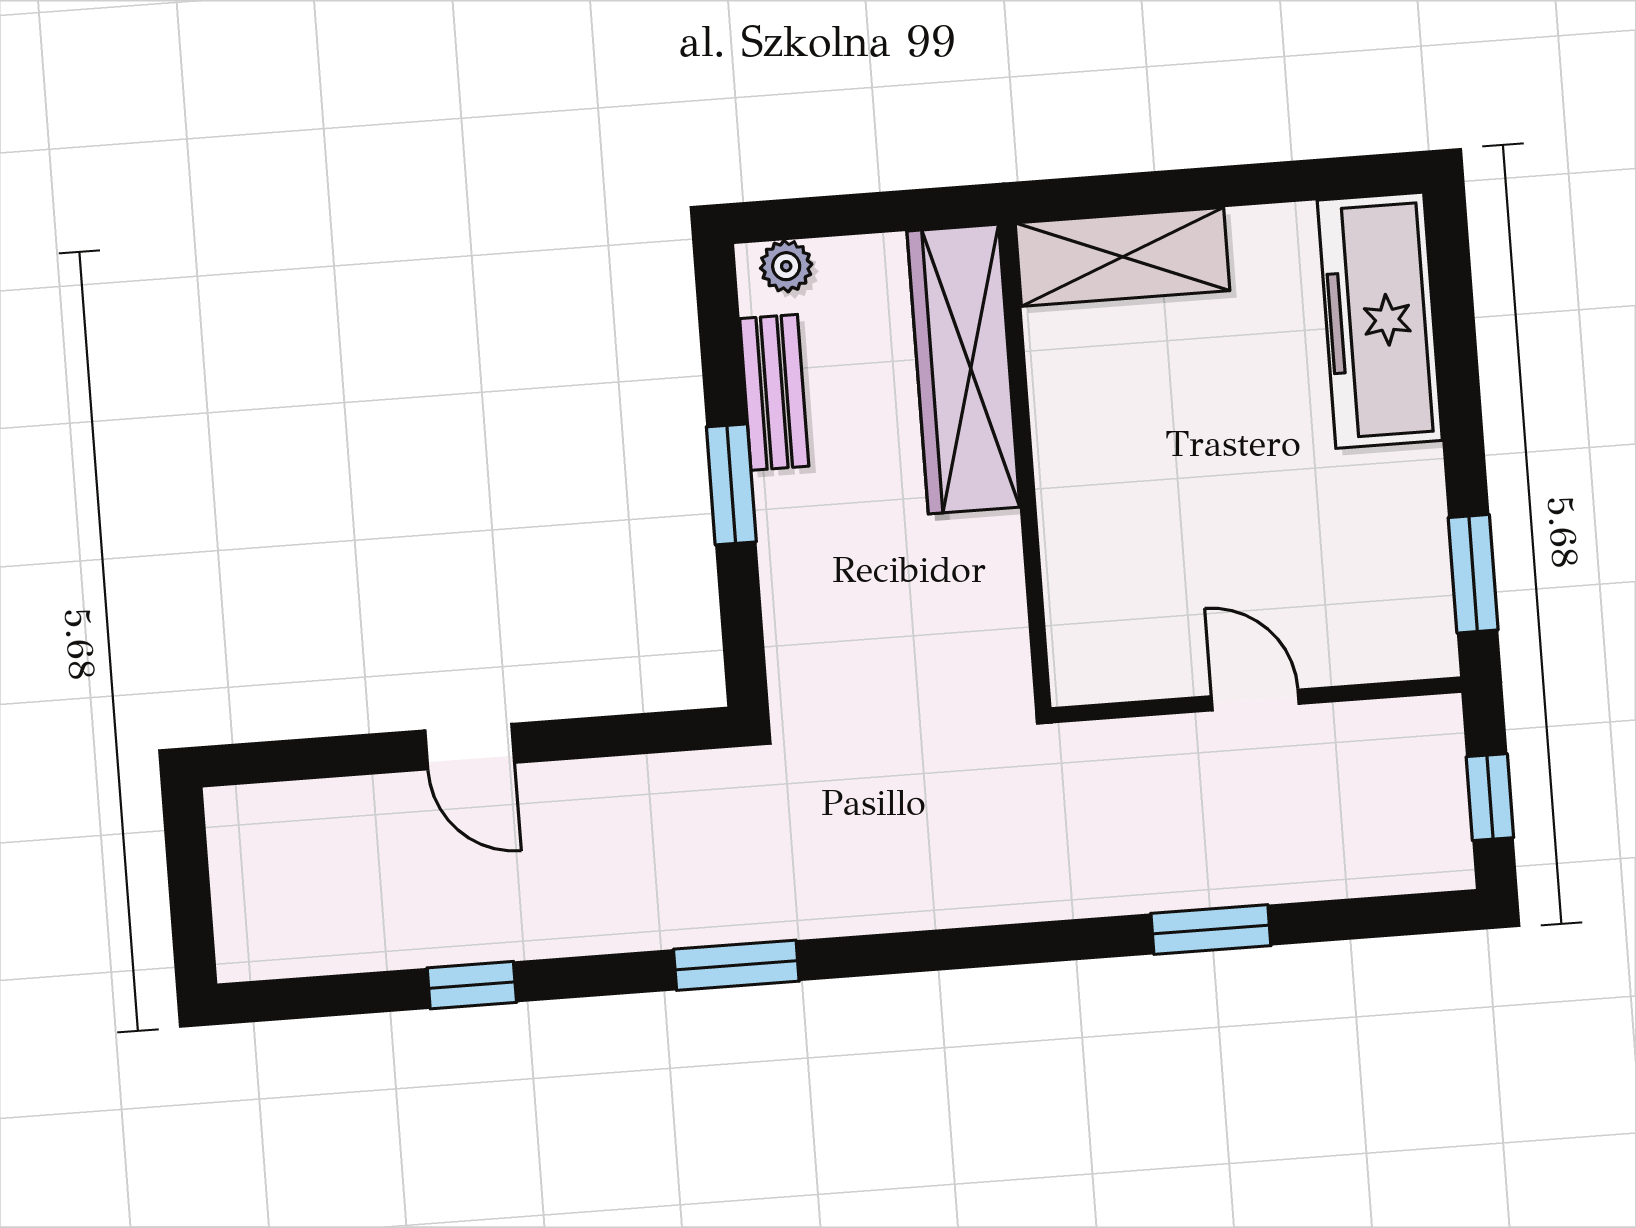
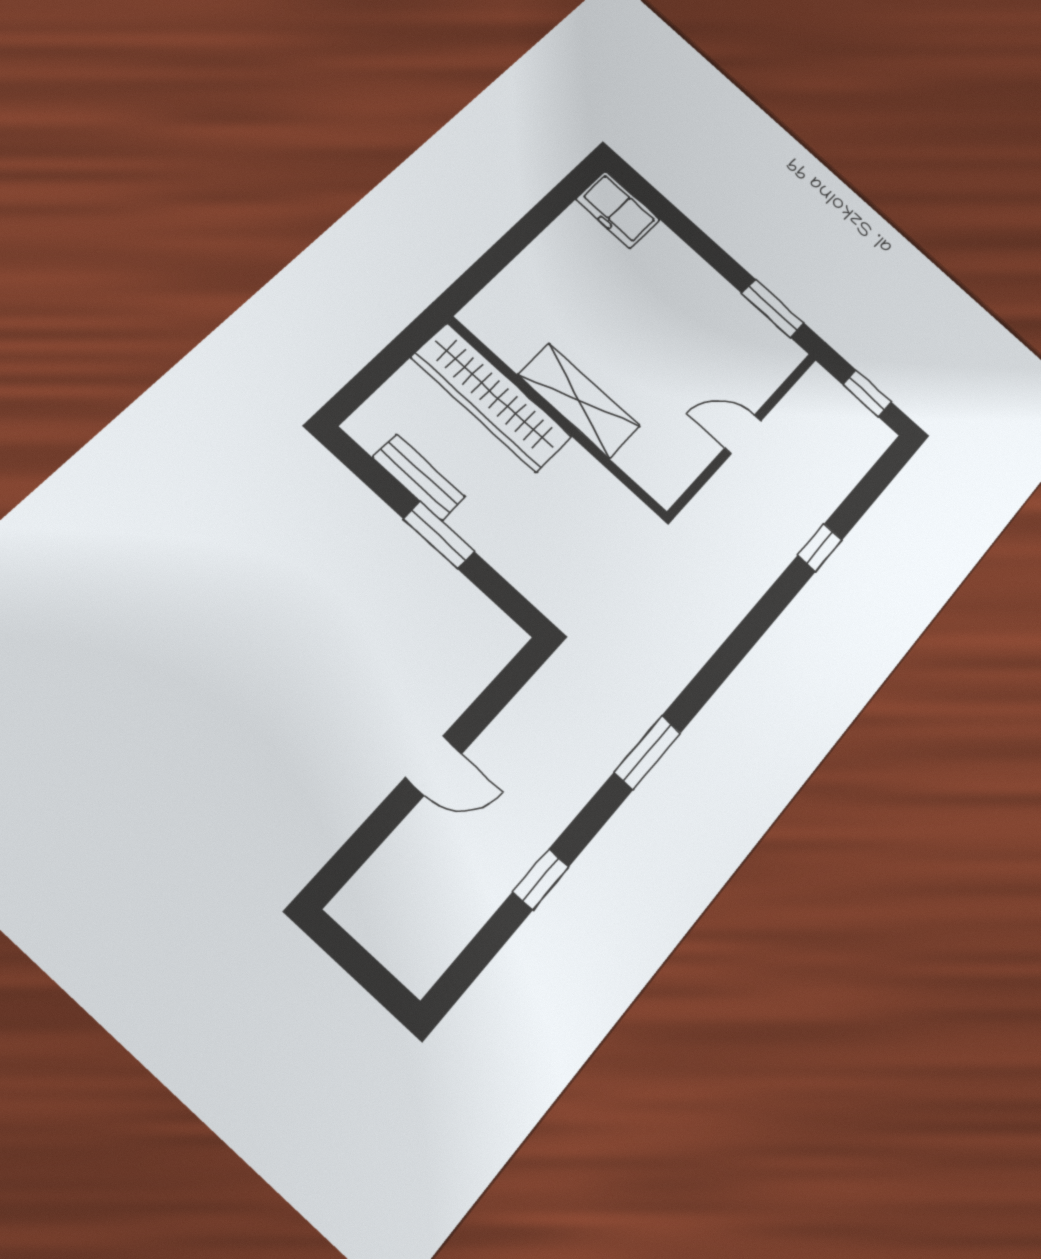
shelving: (1122, 257) -> (579, 400), moved, turned 90
plant: (786, 266) -> (371, 417), removed
freezer: (1380, 320) -> (618, 210), width x0.52, depth x0.79
window: (1211, 930) -> (820, 548), width x0.67

